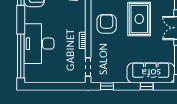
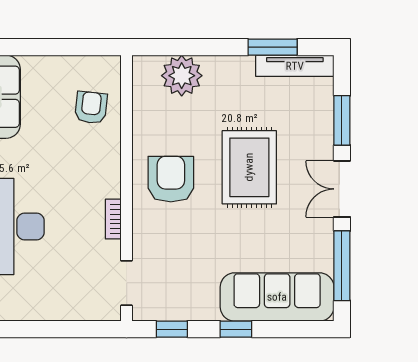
window: (147, 86) -> (236, 329), moved

